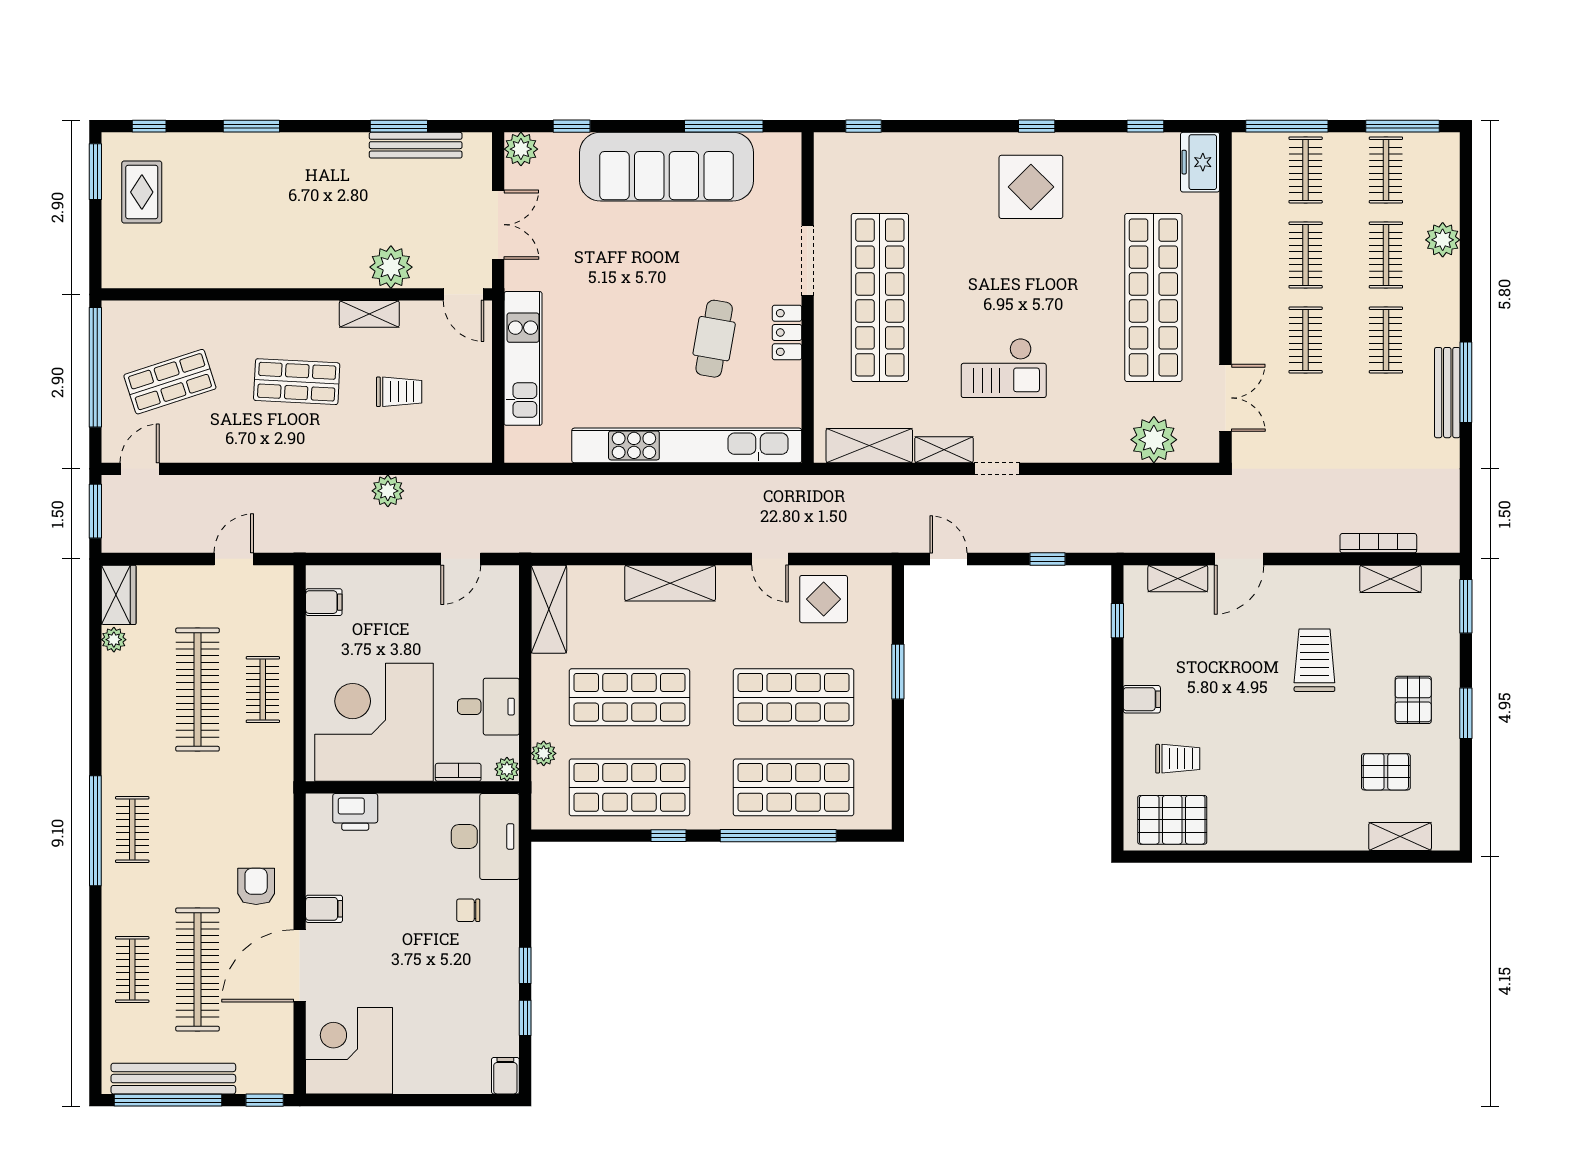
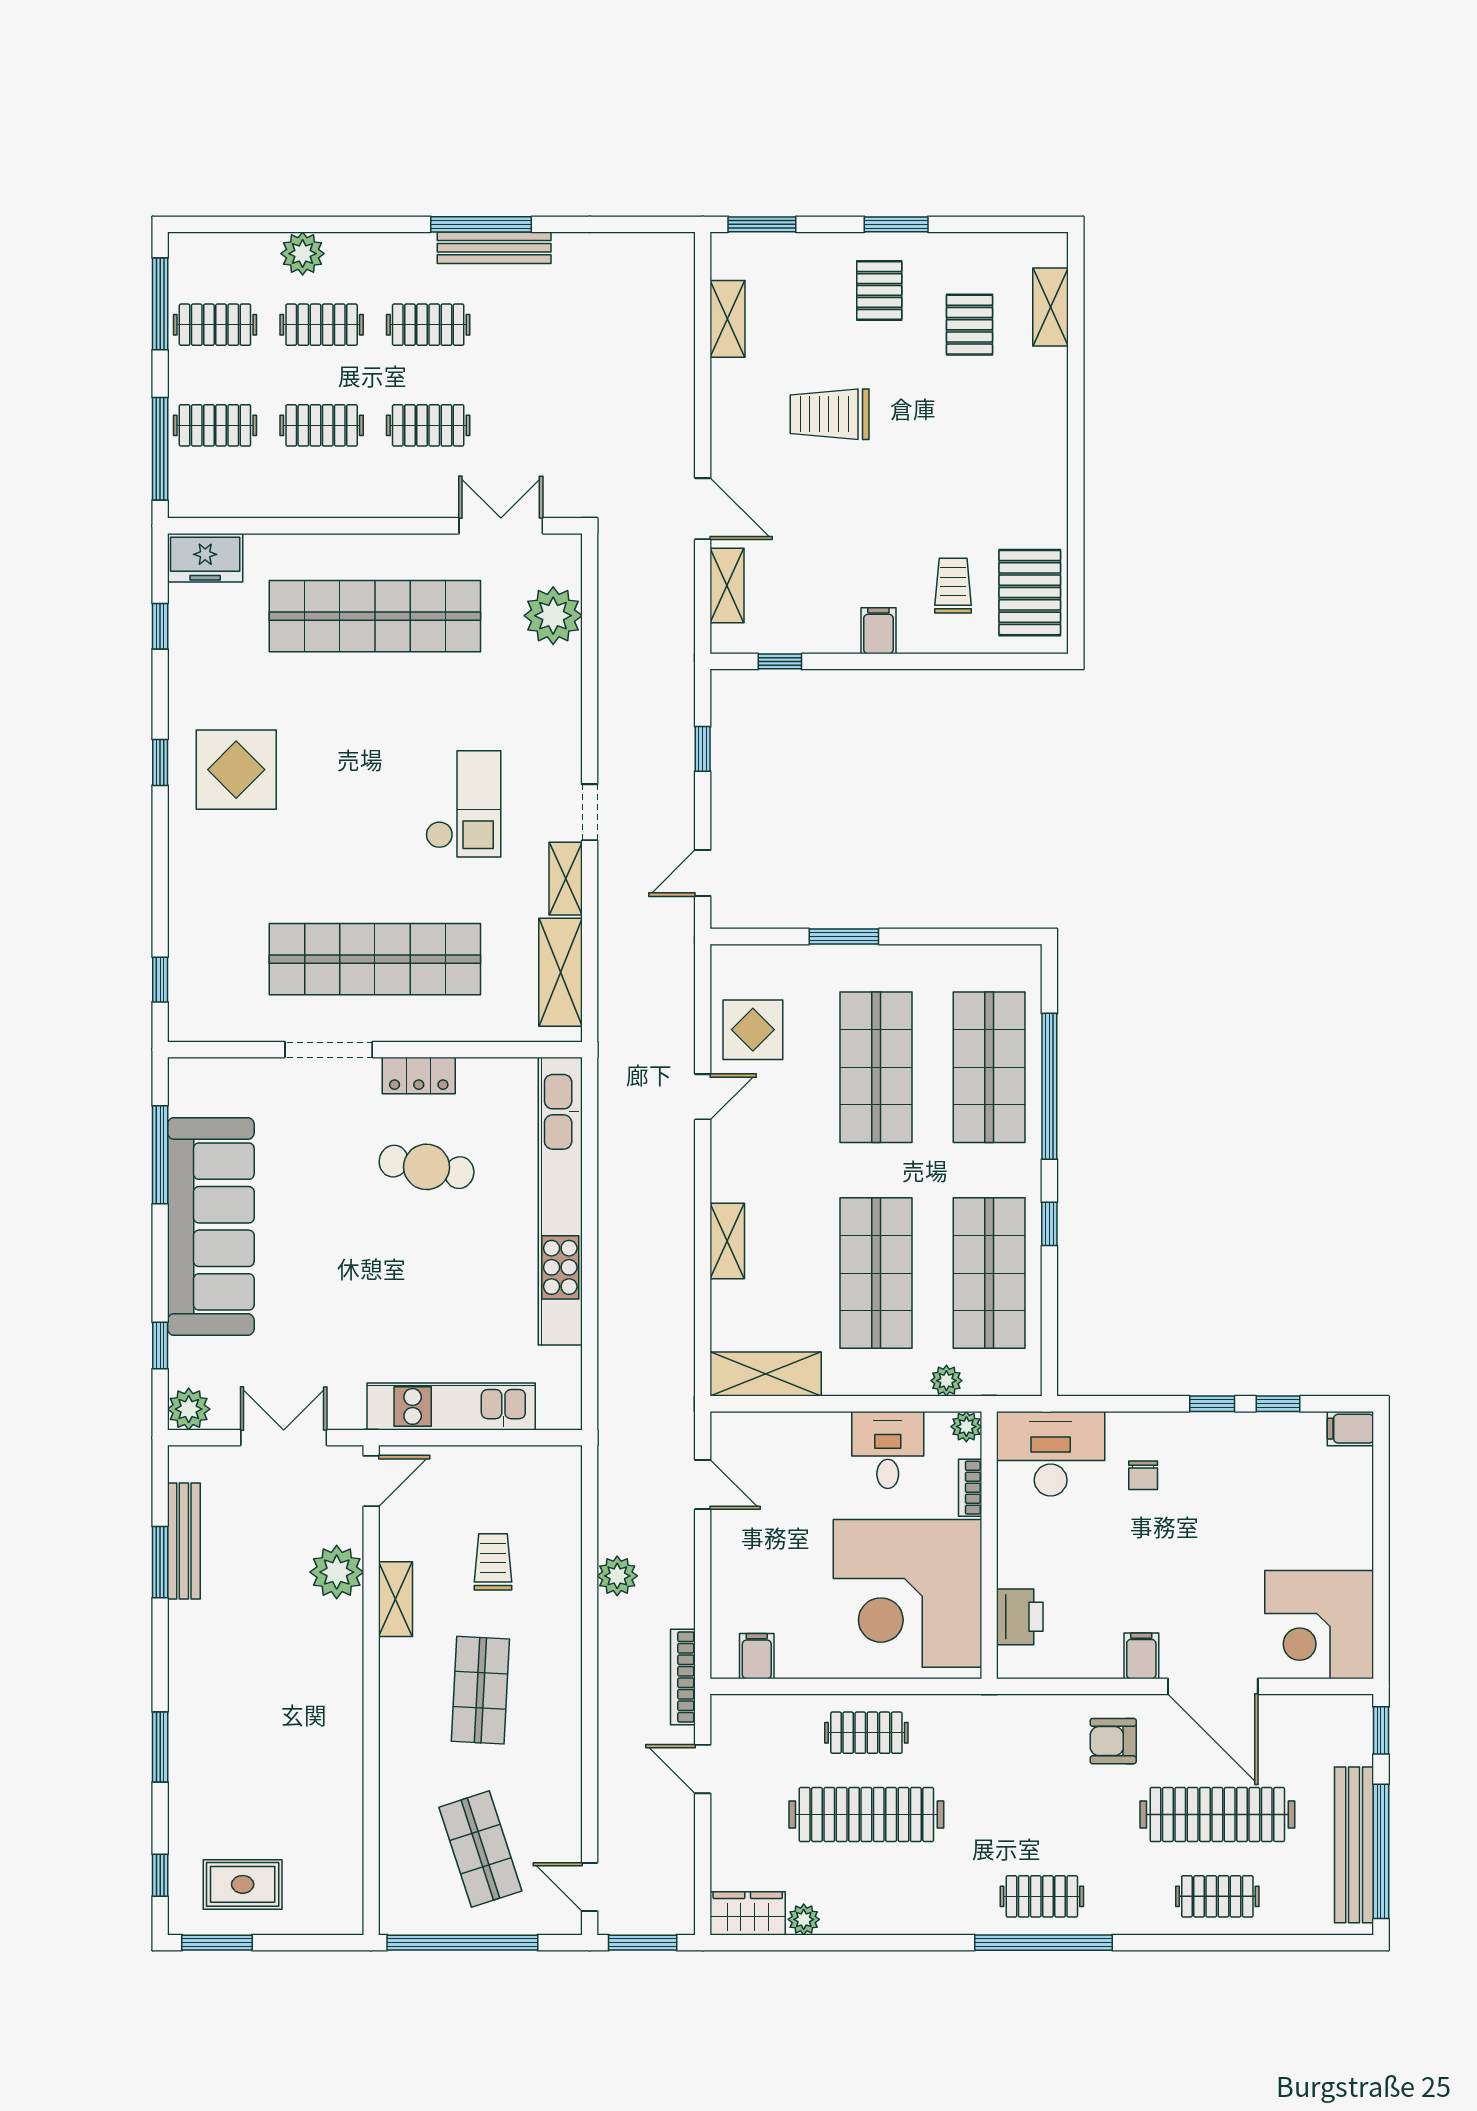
bookcase: (1378, 543) -> (683, 1677), moved
shelving: (670, 583) -> (727, 1241), width x0.67, depth x0.75
pallet: (1413, 700) -> (879, 290), turned 90

